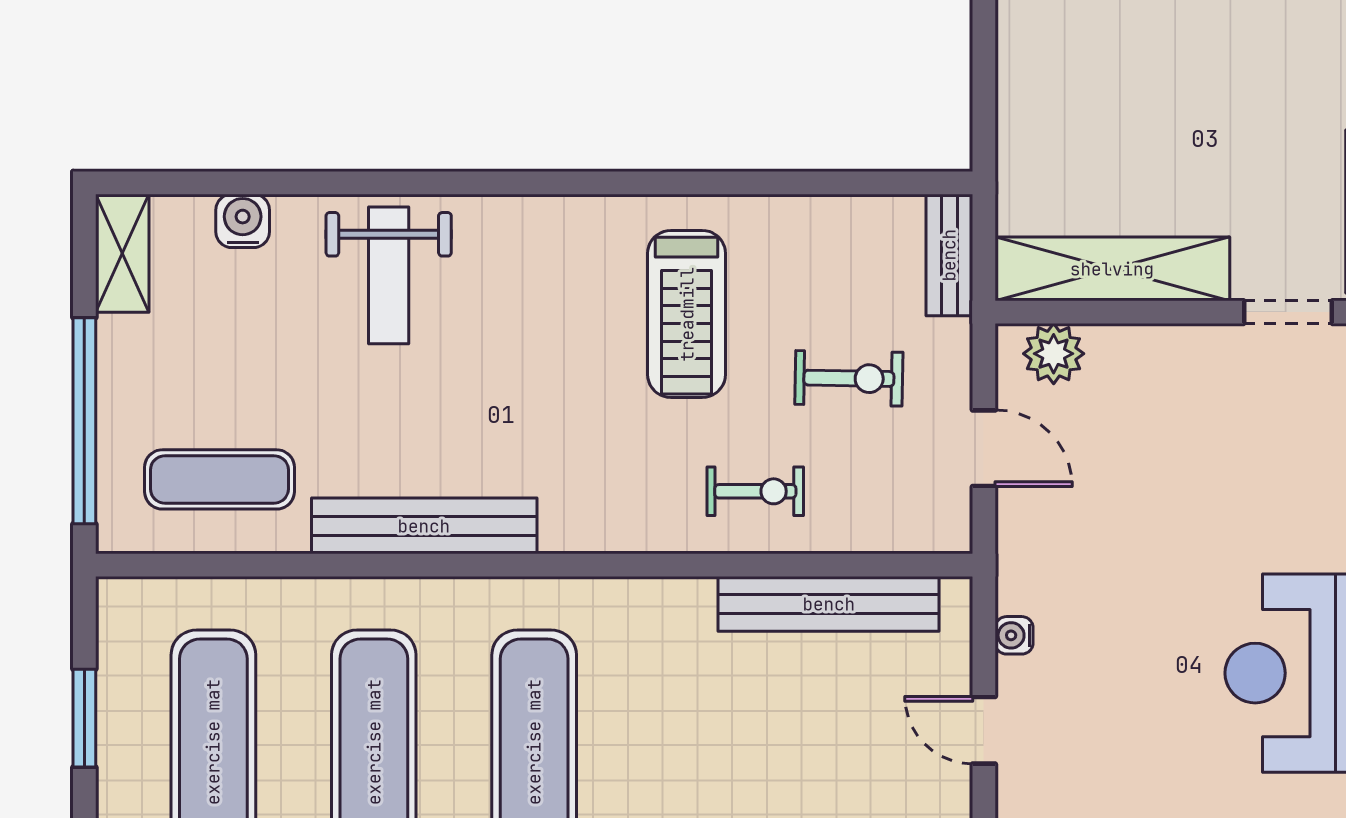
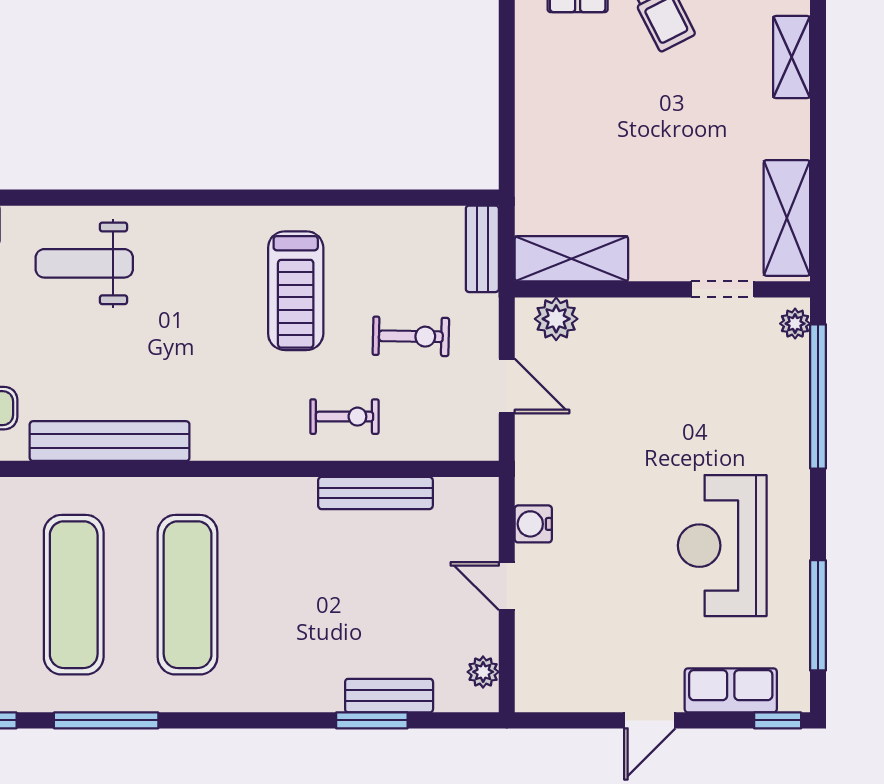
shelving: (1112, 269) -> (571, 259), width x0.68
weight bench: (389, 275) -> (84, 263), turned 90
bench: (829, 604) -> (375, 493), width x0.73, depth x0.82
water cooler: (1014, 635) -> (533, 524), width x1.38, depth x1.38

